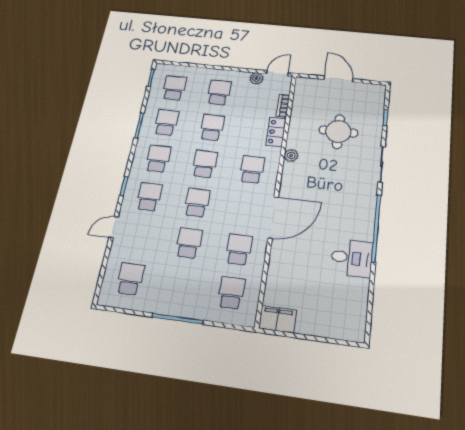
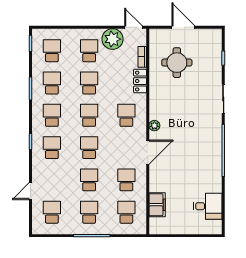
door: (277, 73) -> (134, 27), hinge flipped
plant: (256, 78) -> (113, 39), width x1.87, depth x1.87
round table: (338, 132) -> (177, 63), moved
plant: (291, 155) -> (154, 126), moved
door: (273, 217) -> (148, 152), width x0.73
door: (114, 227) -> (31, 191), moved
desk: (352, 258) -> (208, 206), moved
school desk: (180, 286) -> (89, 212), added
filing cabinet: (277, 319) -> (157, 205), moved, turned 90

